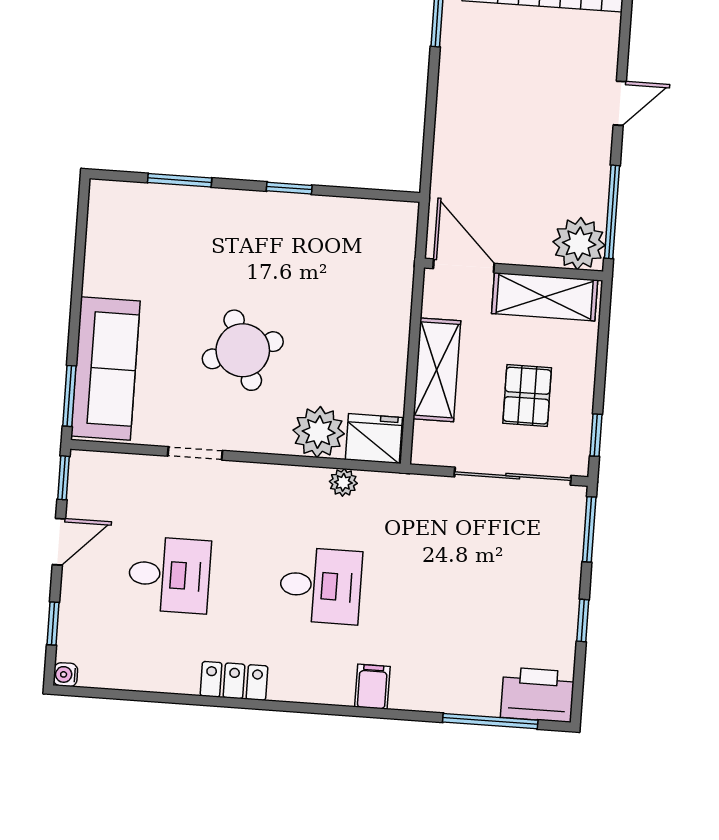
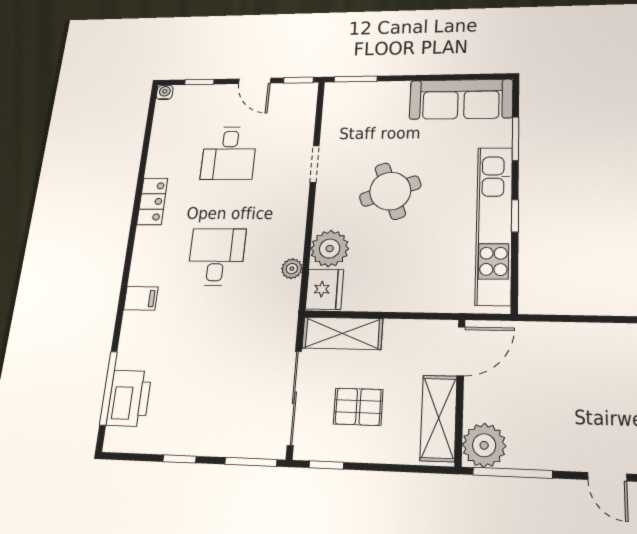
kitchen unit: (299, 216) -> (494, 225), added
sofa: (105, 369) -> (461, 99), moved
shelving: (437, 370) -> (342, 333), moved
desk: (320, 586) -> (216, 257), turned 180
printer: (538, 695) -> (129, 398), moved

